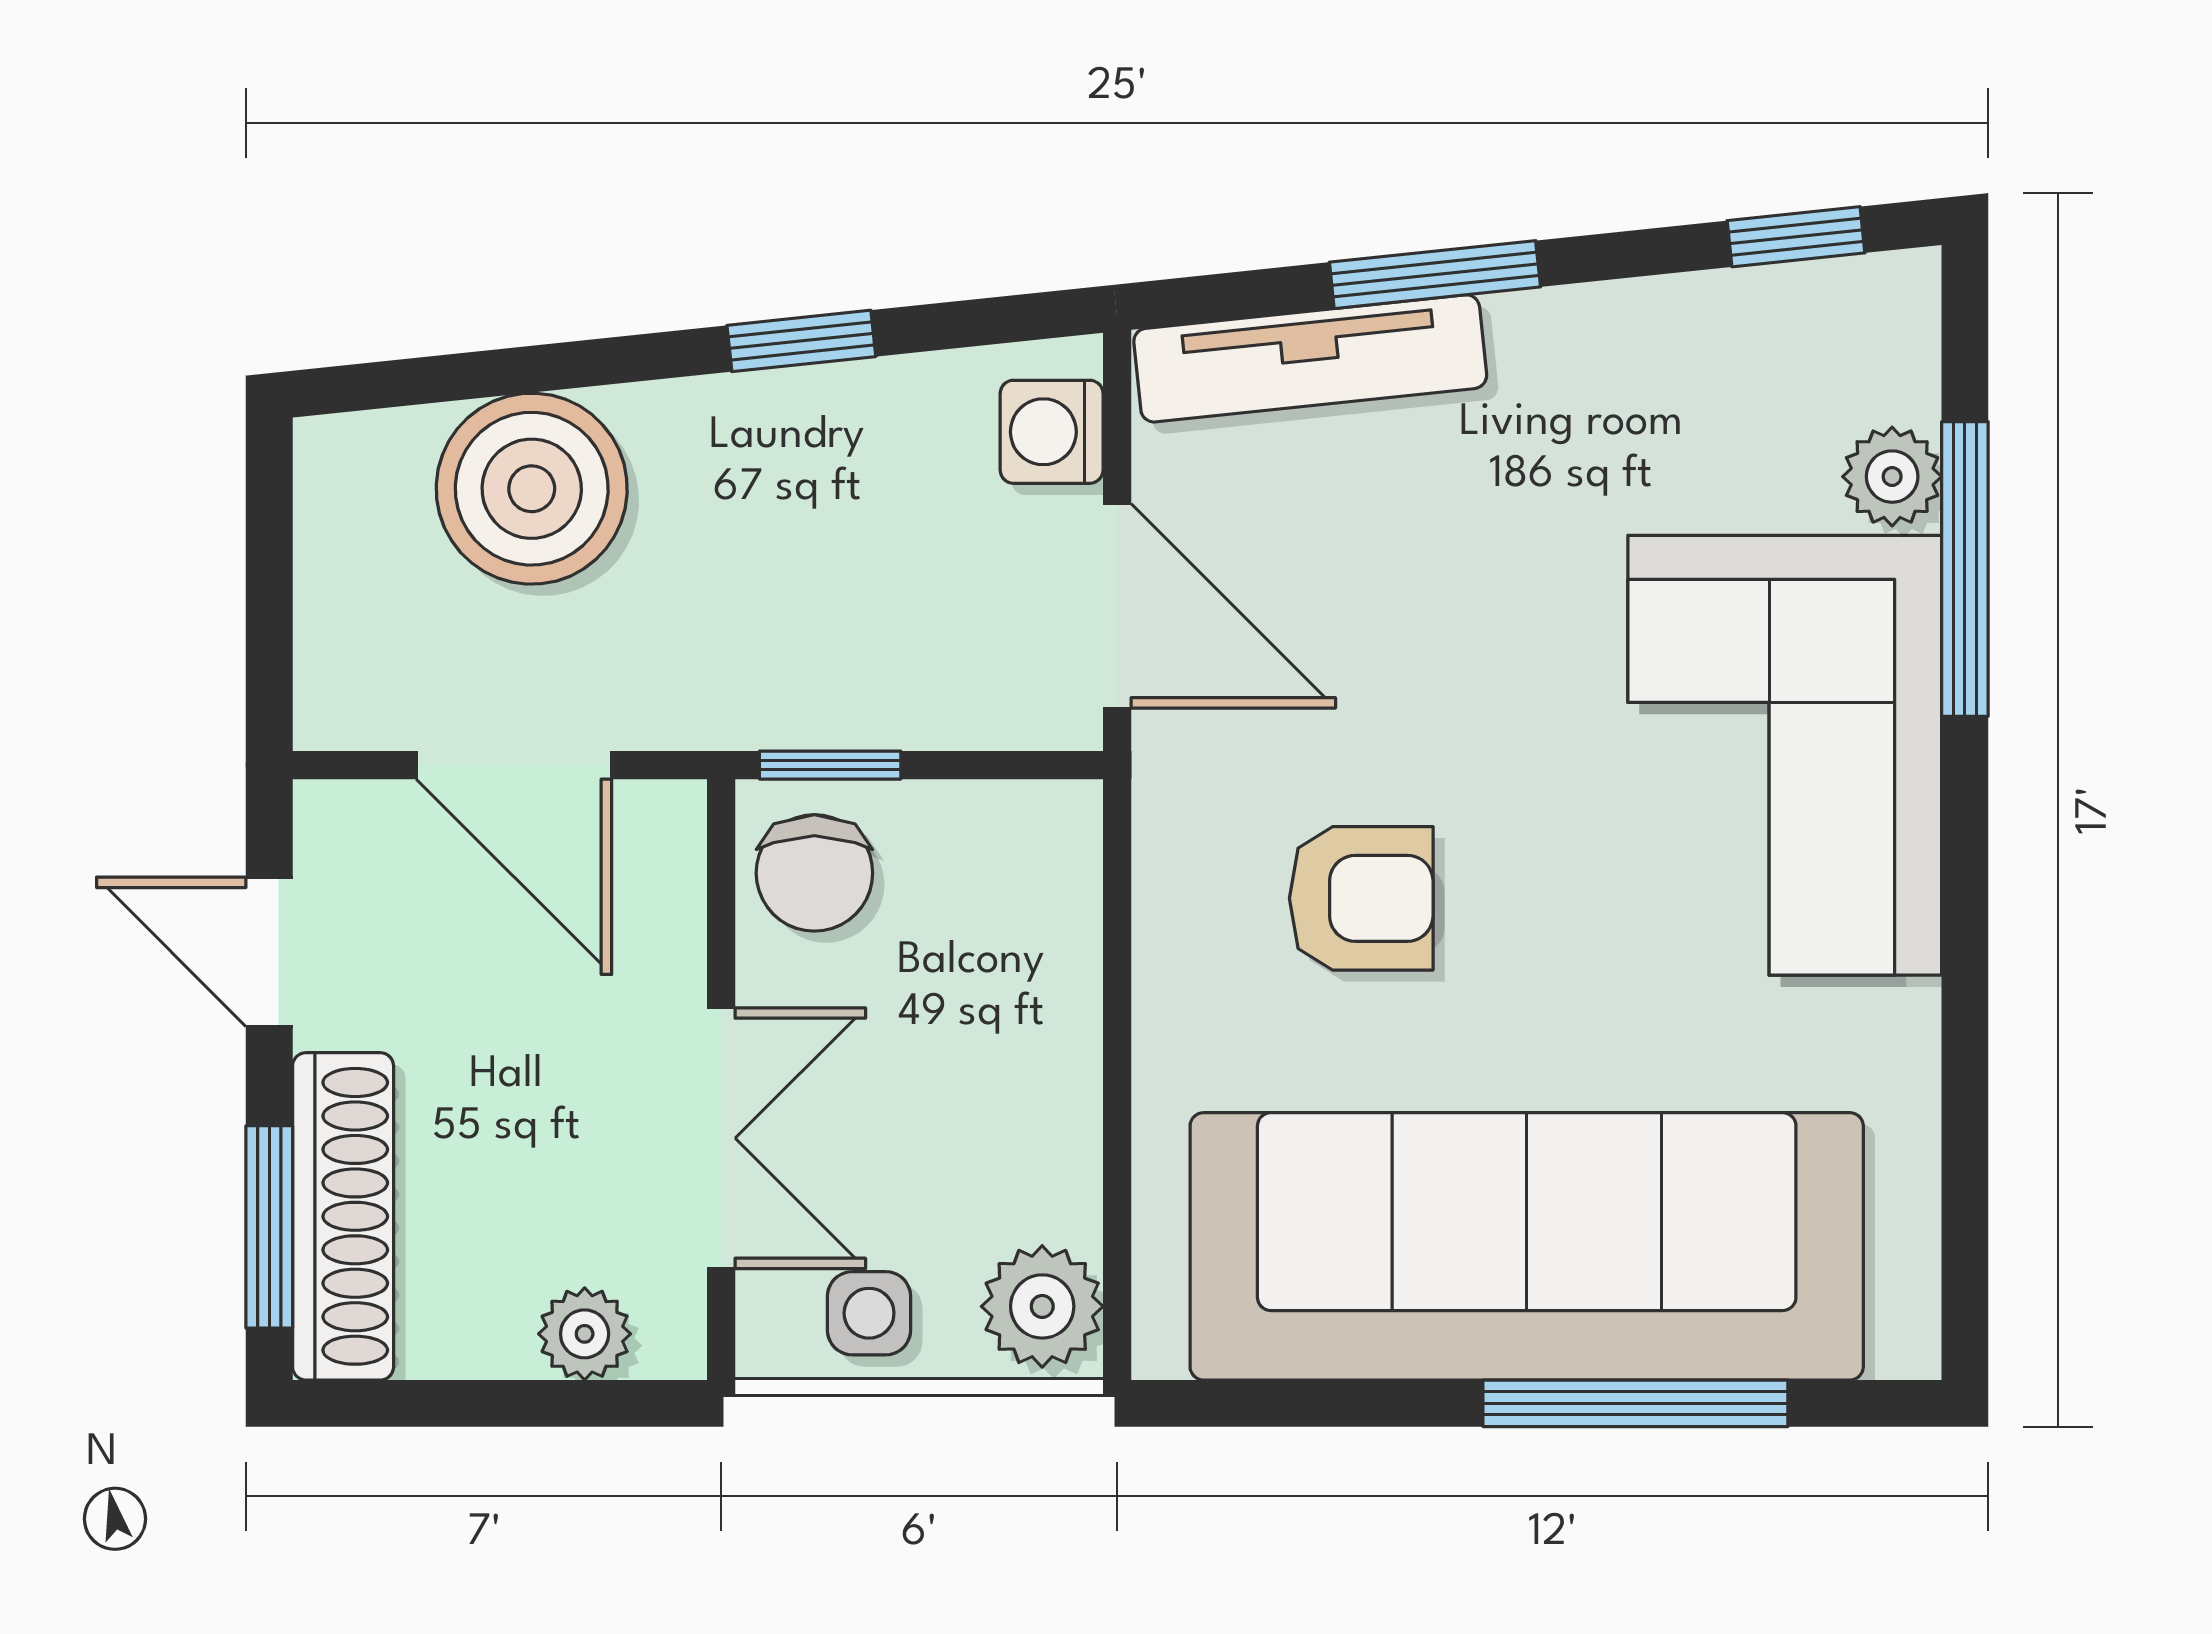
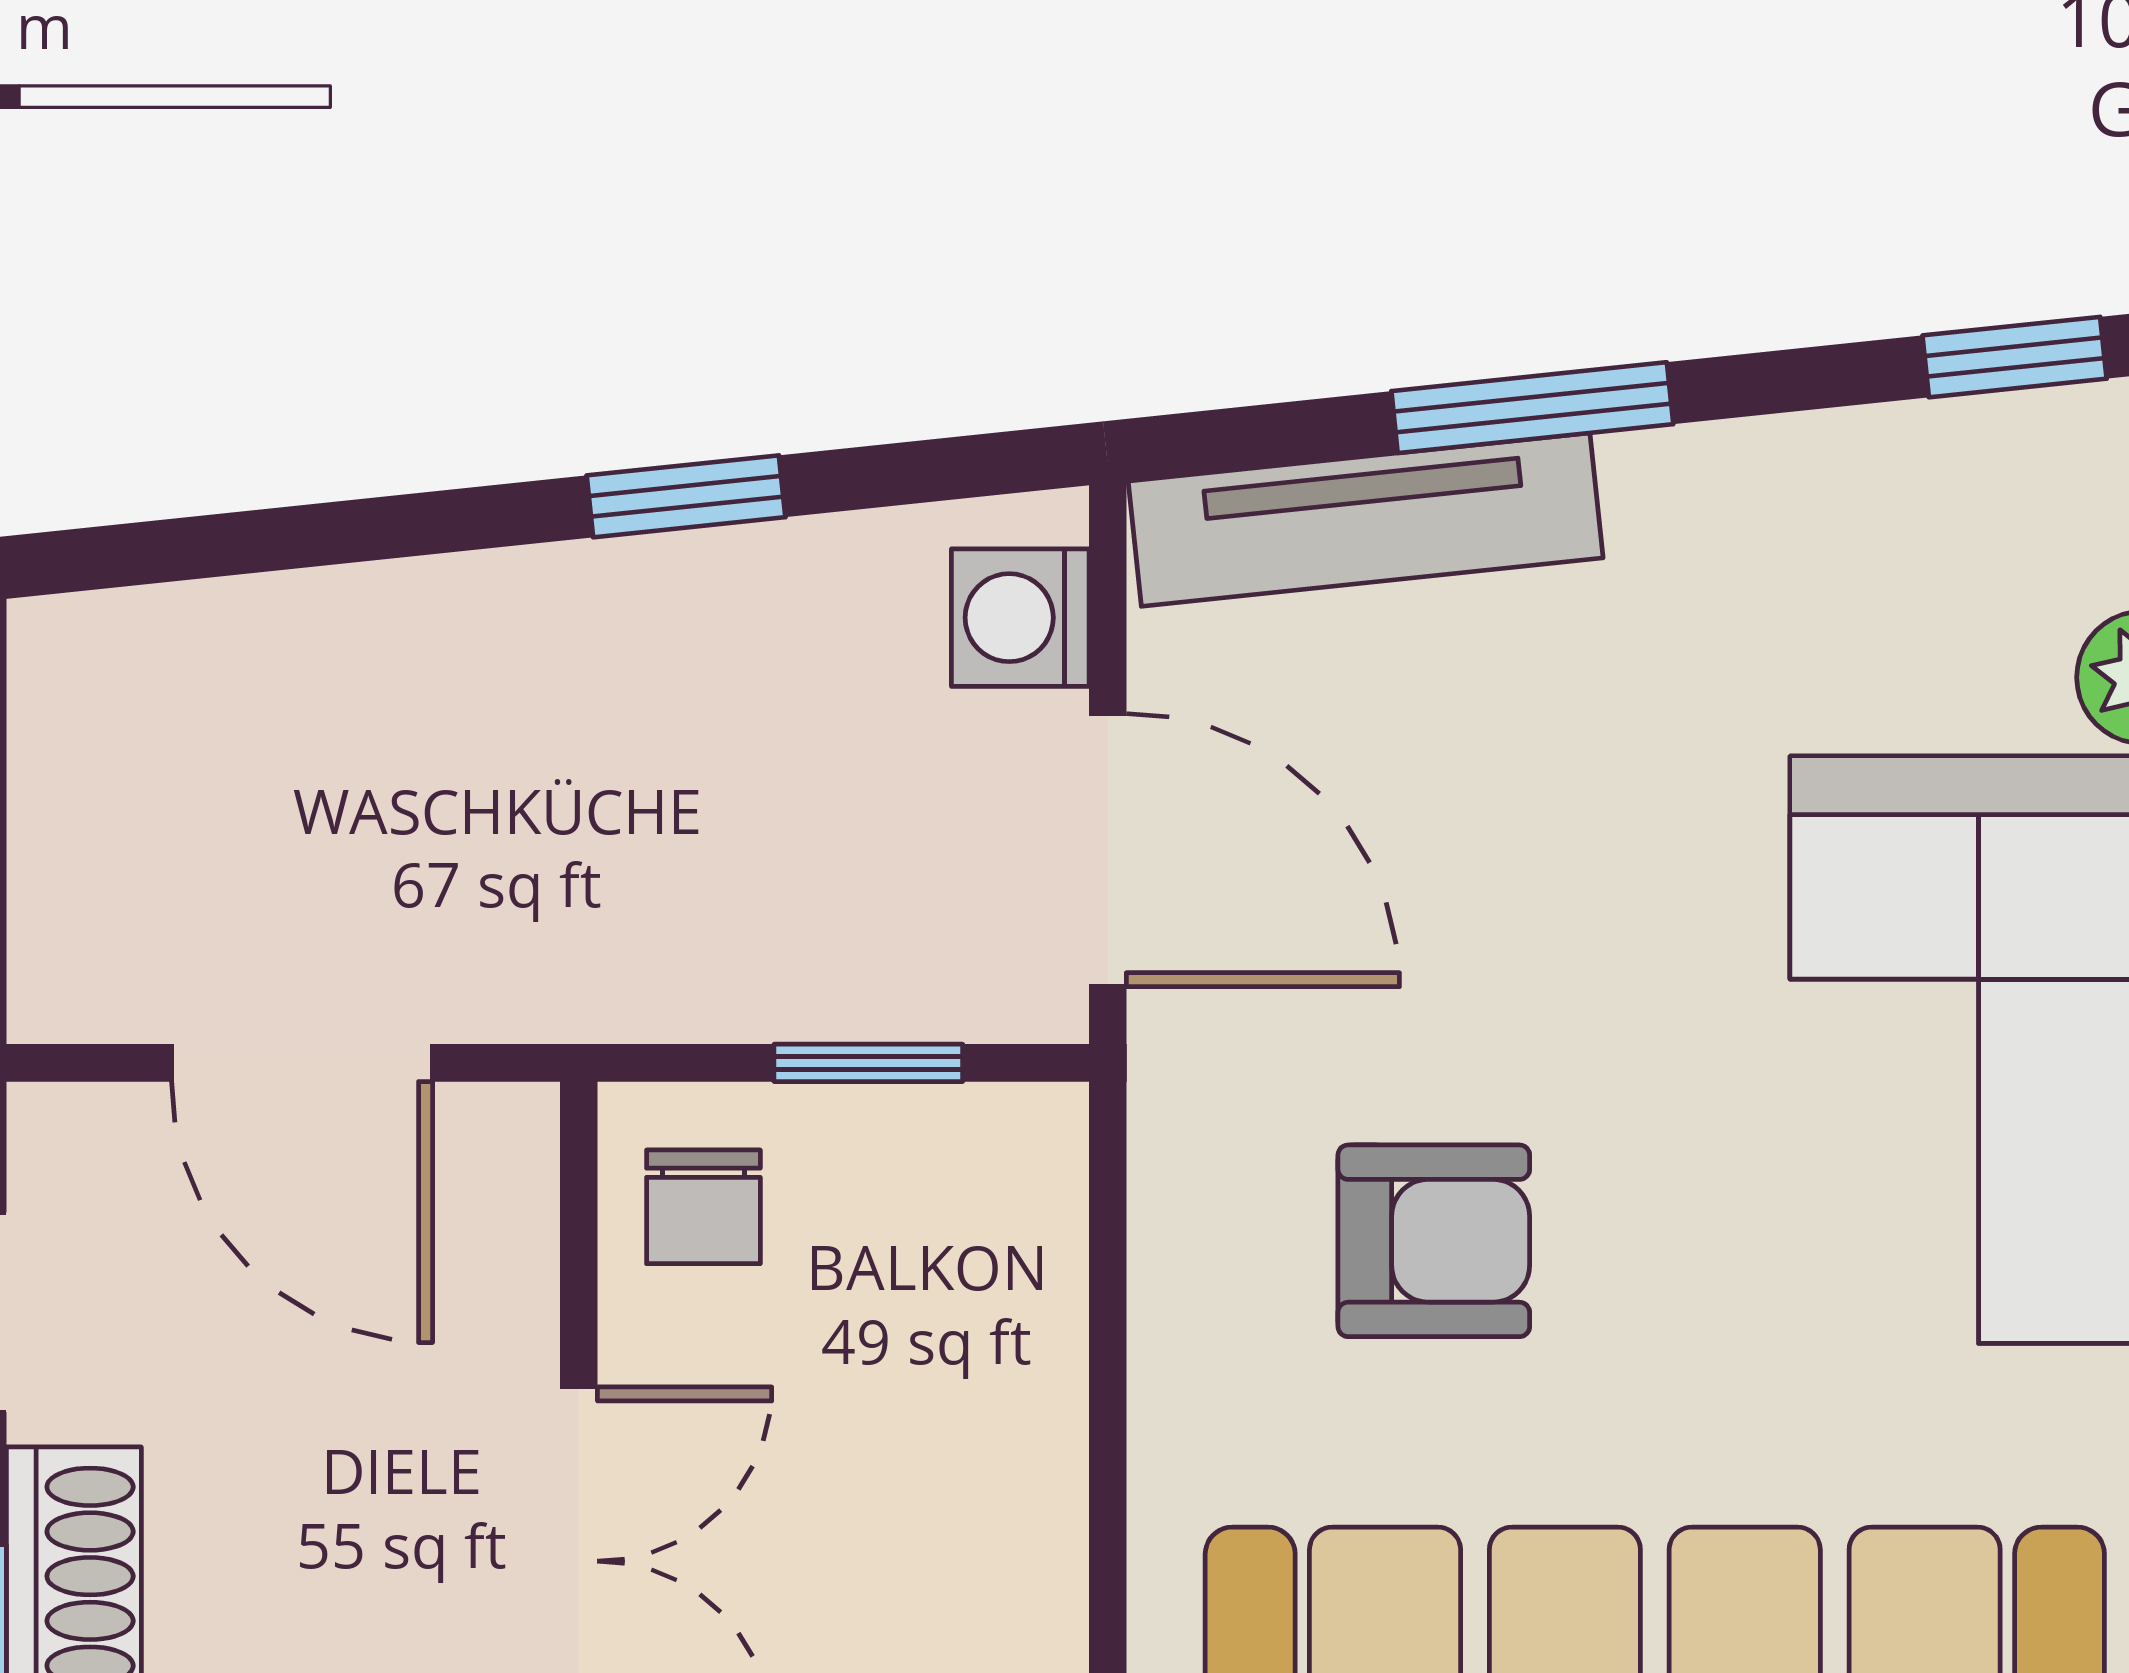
boiler: (532, 489) -> (326, 694), removed
window: (830, 765) -> (868, 1063), moved
chair: (814, 873) -> (703, 1207), width x0.73, depth x0.73

